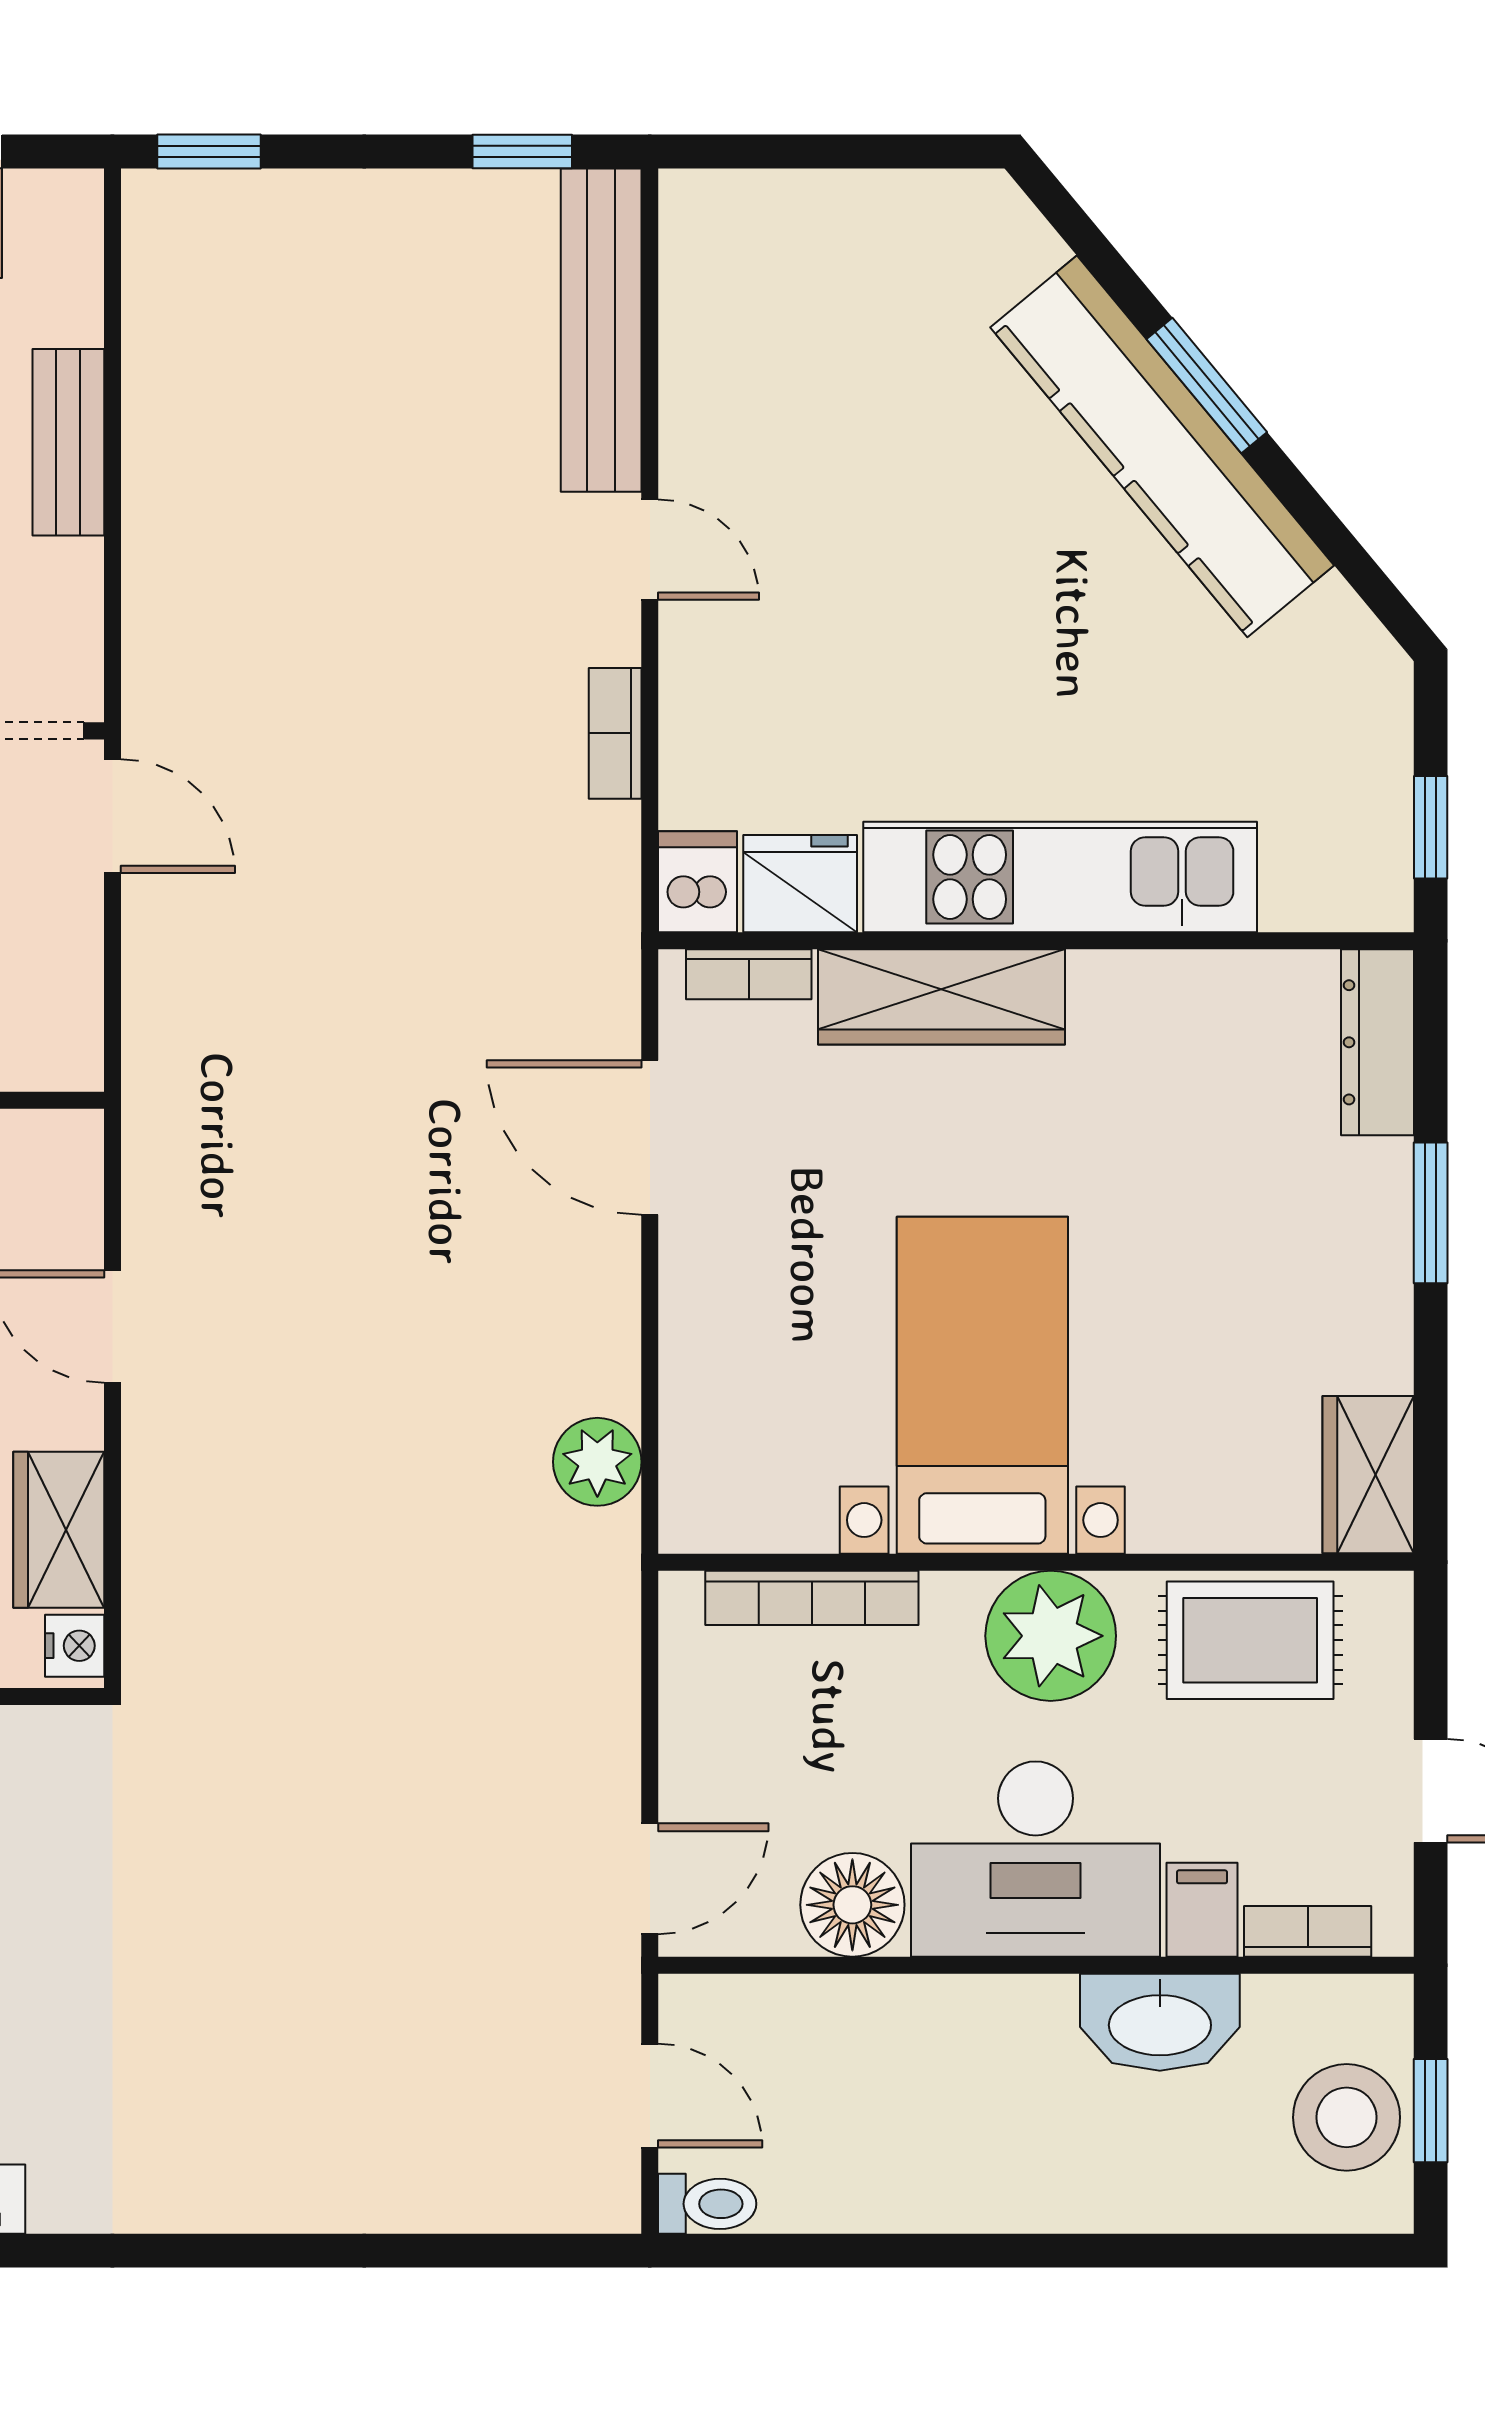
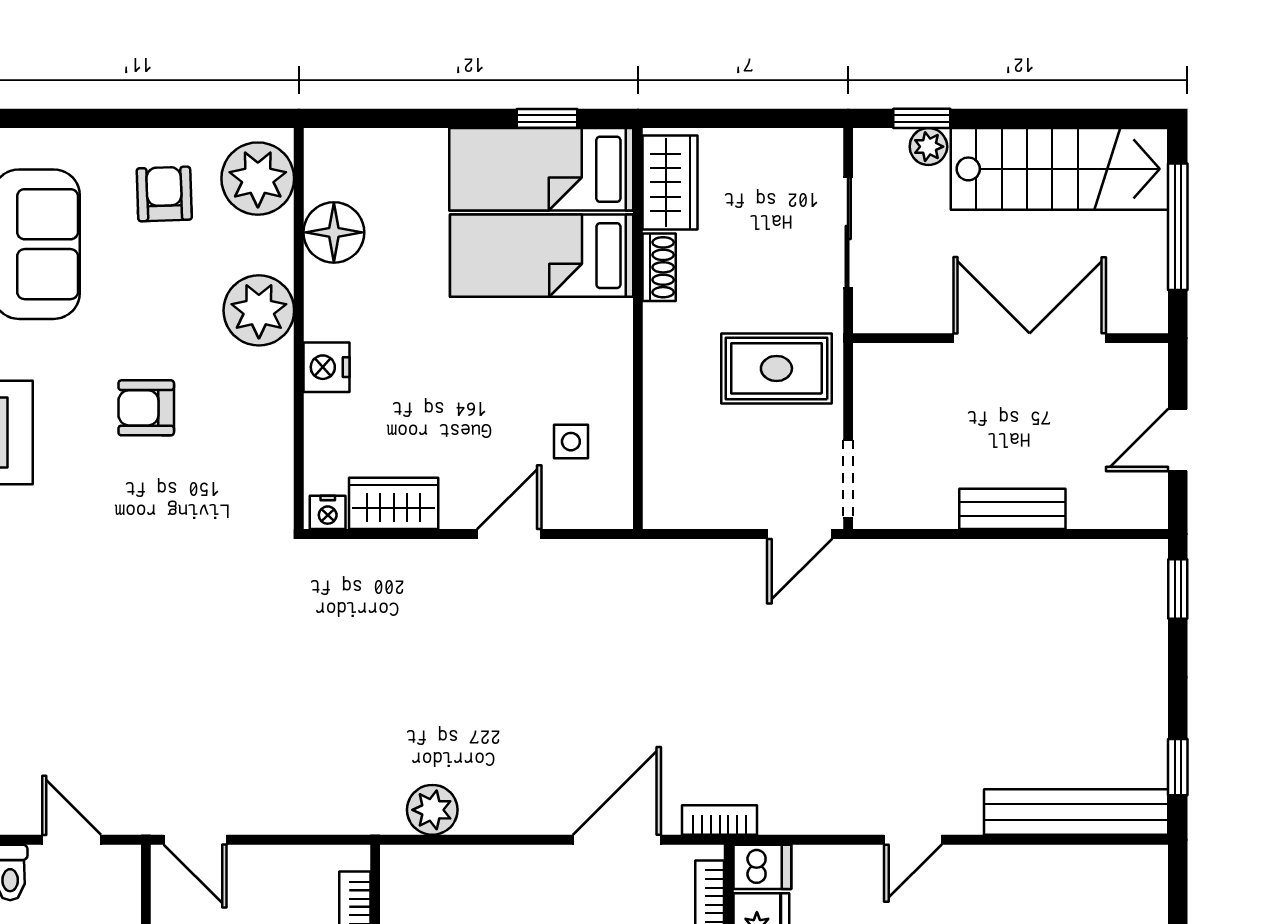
door: (650, 550) -> (913, 840), moved
bookcase: (615, 733) -> (720, 820), moved
door: (650, 2096) -> (72, 840), swing flipped

